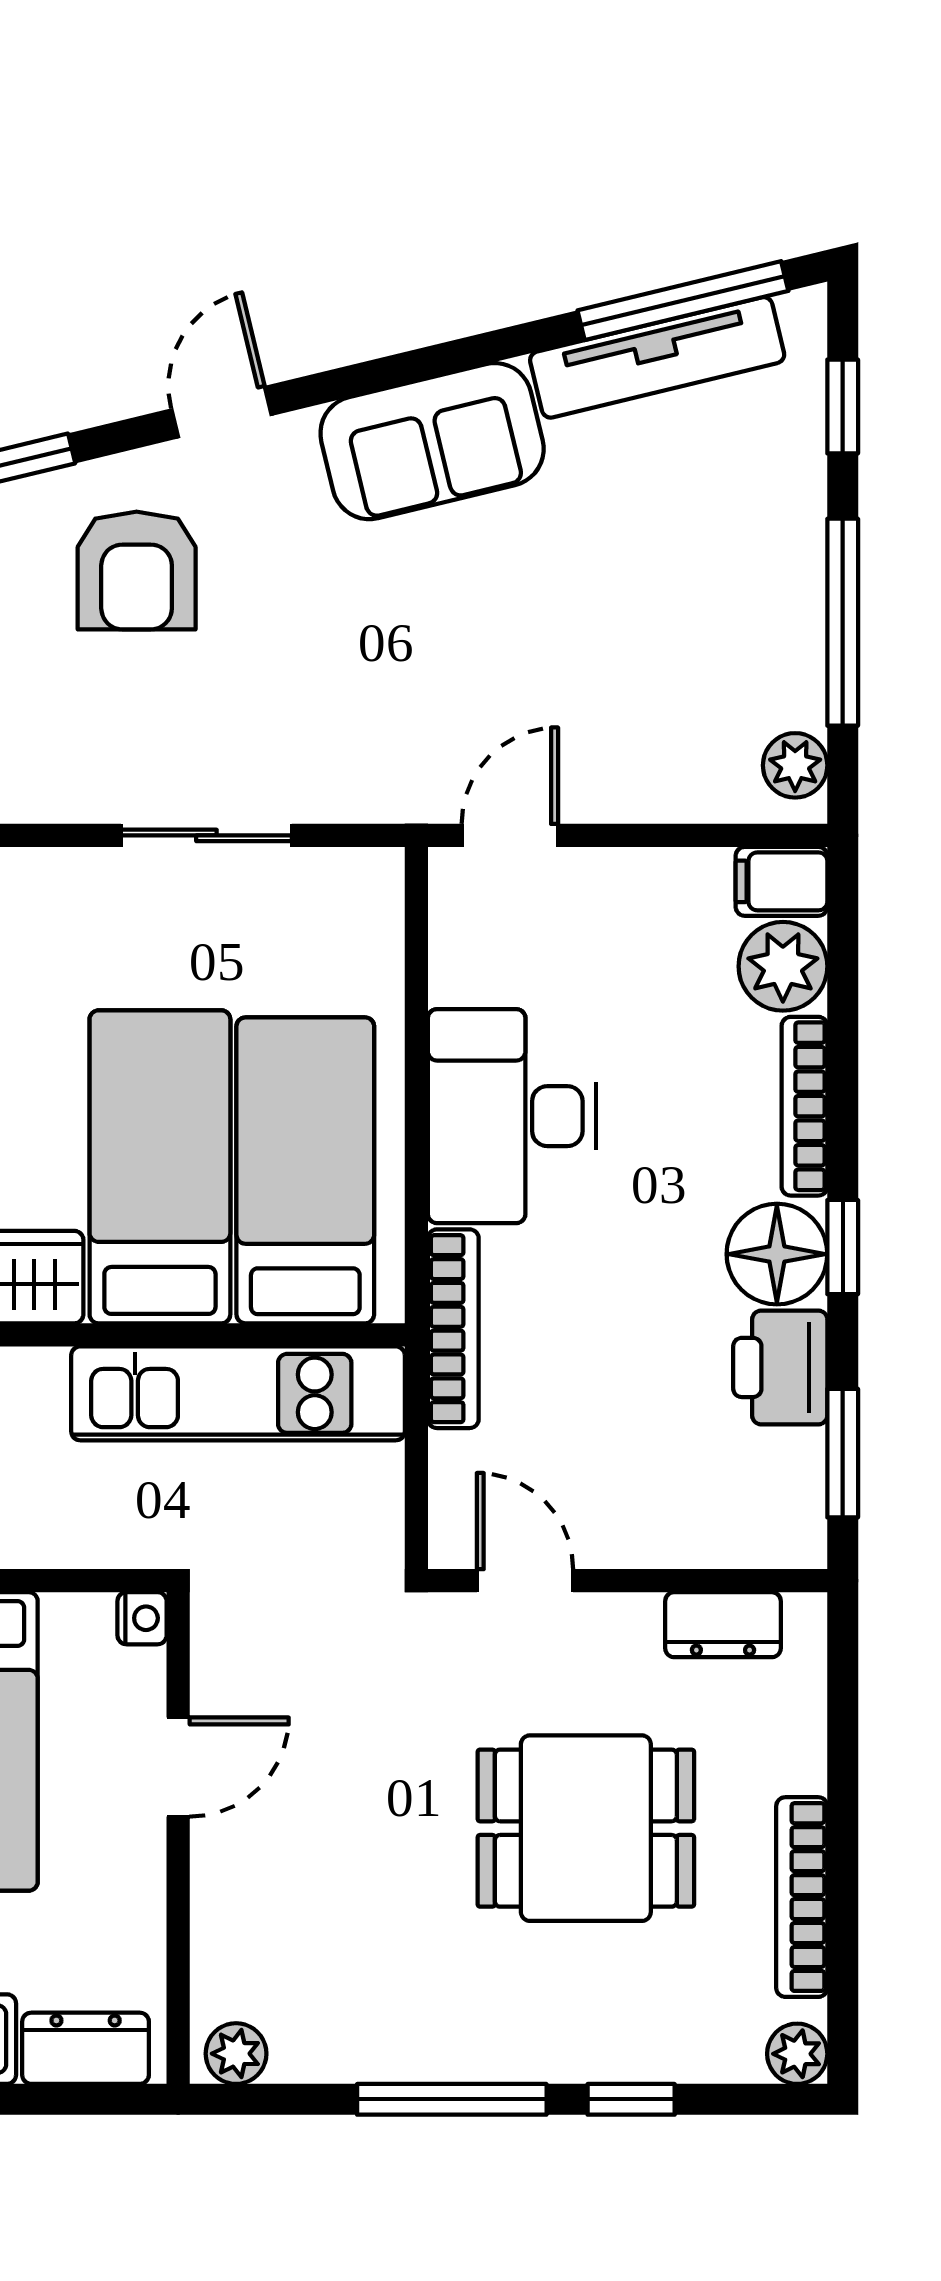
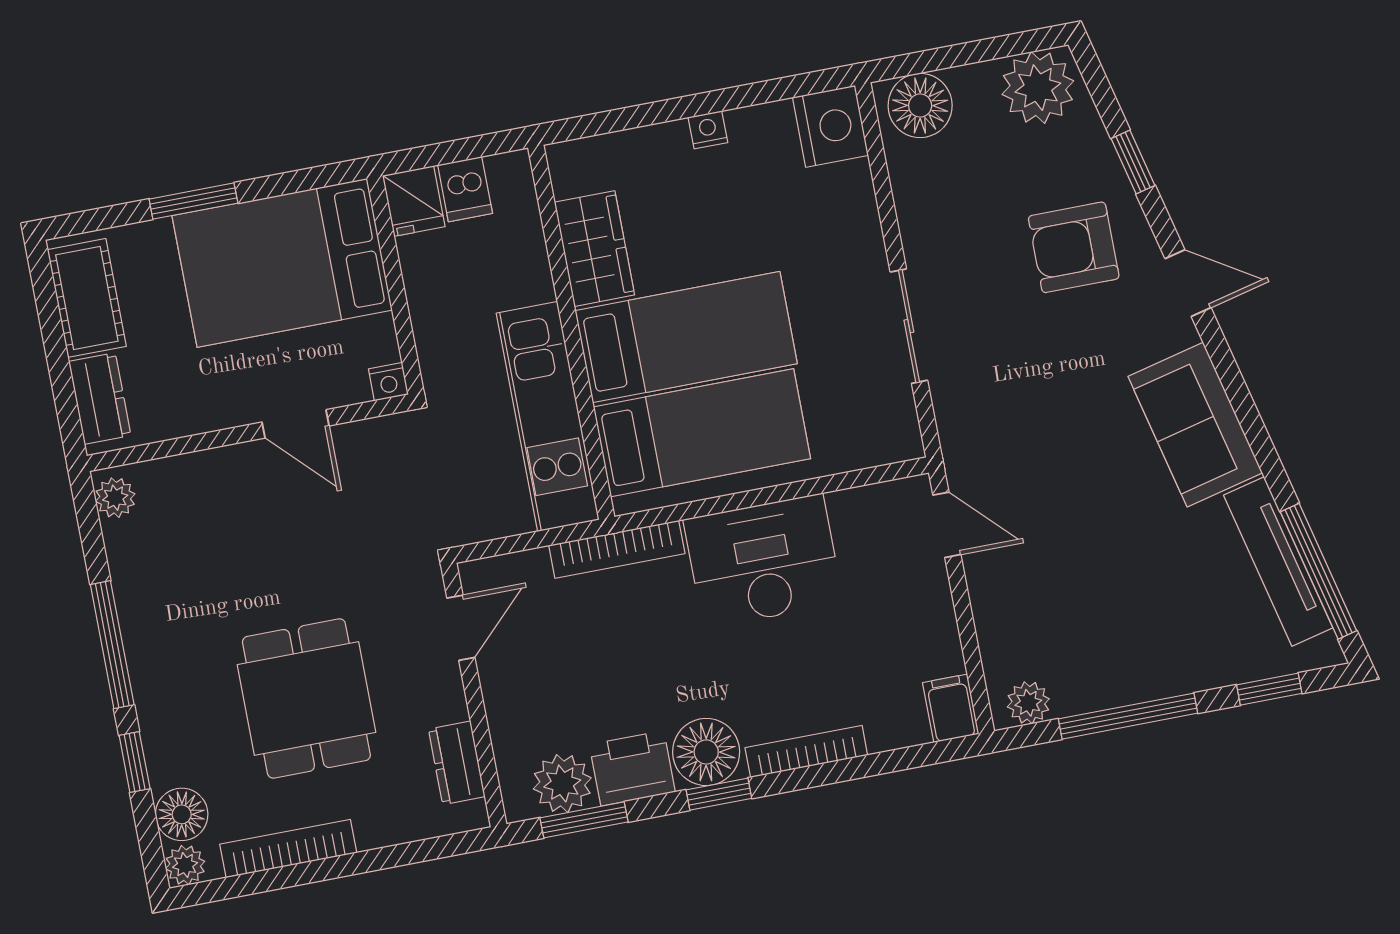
plant: (783, 966) -> (562, 783), moved
floor lamp: (722, 2045) -> (182, 814), added

